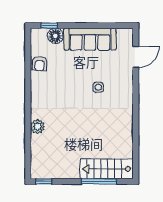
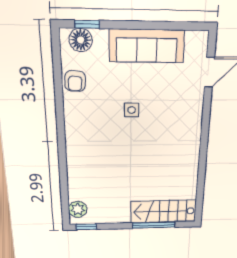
floor lamp: (55, 36) -> (81, 40), moved
side table: (98, 87) -> (132, 110), moved
plant: (38, 126) -> (78, 209), moved

